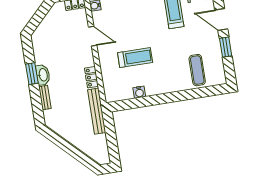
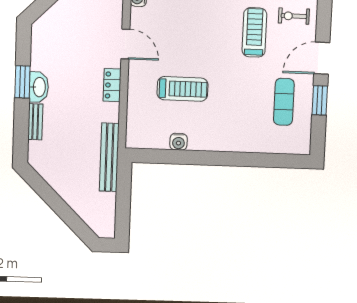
door: (221, 20) -> (322, 58), hinge flipped
exercise mat: (197, 70) -> (284, 102), moved
locker: (91, 77) -> (112, 85), moved

